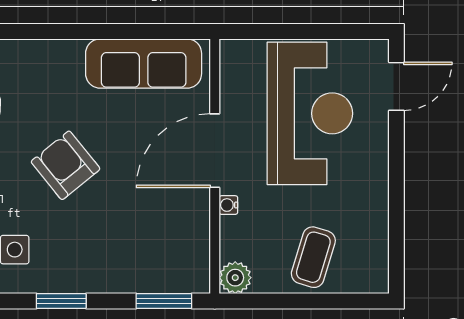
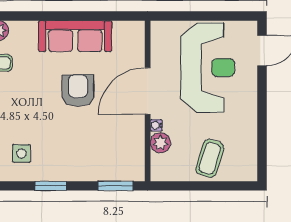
sofa: (144, 64) -> (75, 36), moved
armchair: (66, 165) -> (78, 91), moved, turned 39
plant: (235, 278) -> (160, 143), moved

